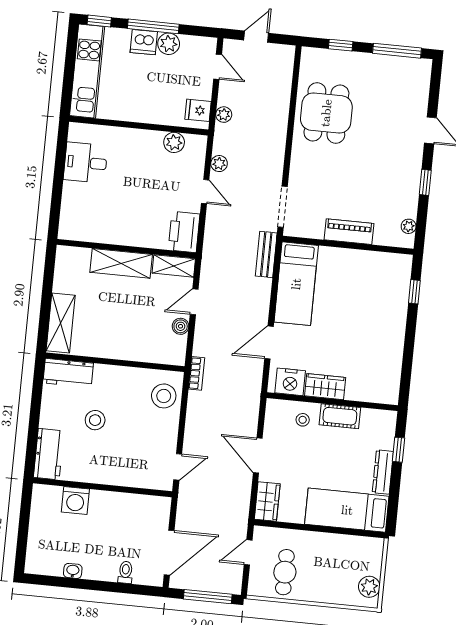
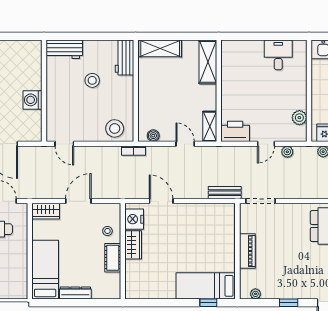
shelving: (121, 263) -> (208, 62), moved
bed: (296, 284) -> (206, 286), moved
boiler: (181, 326) -> (153, 136), moved
window: (399, 450) -> (93, 303), removed
washing machine: (75, 501) -> (32, 100), moved

